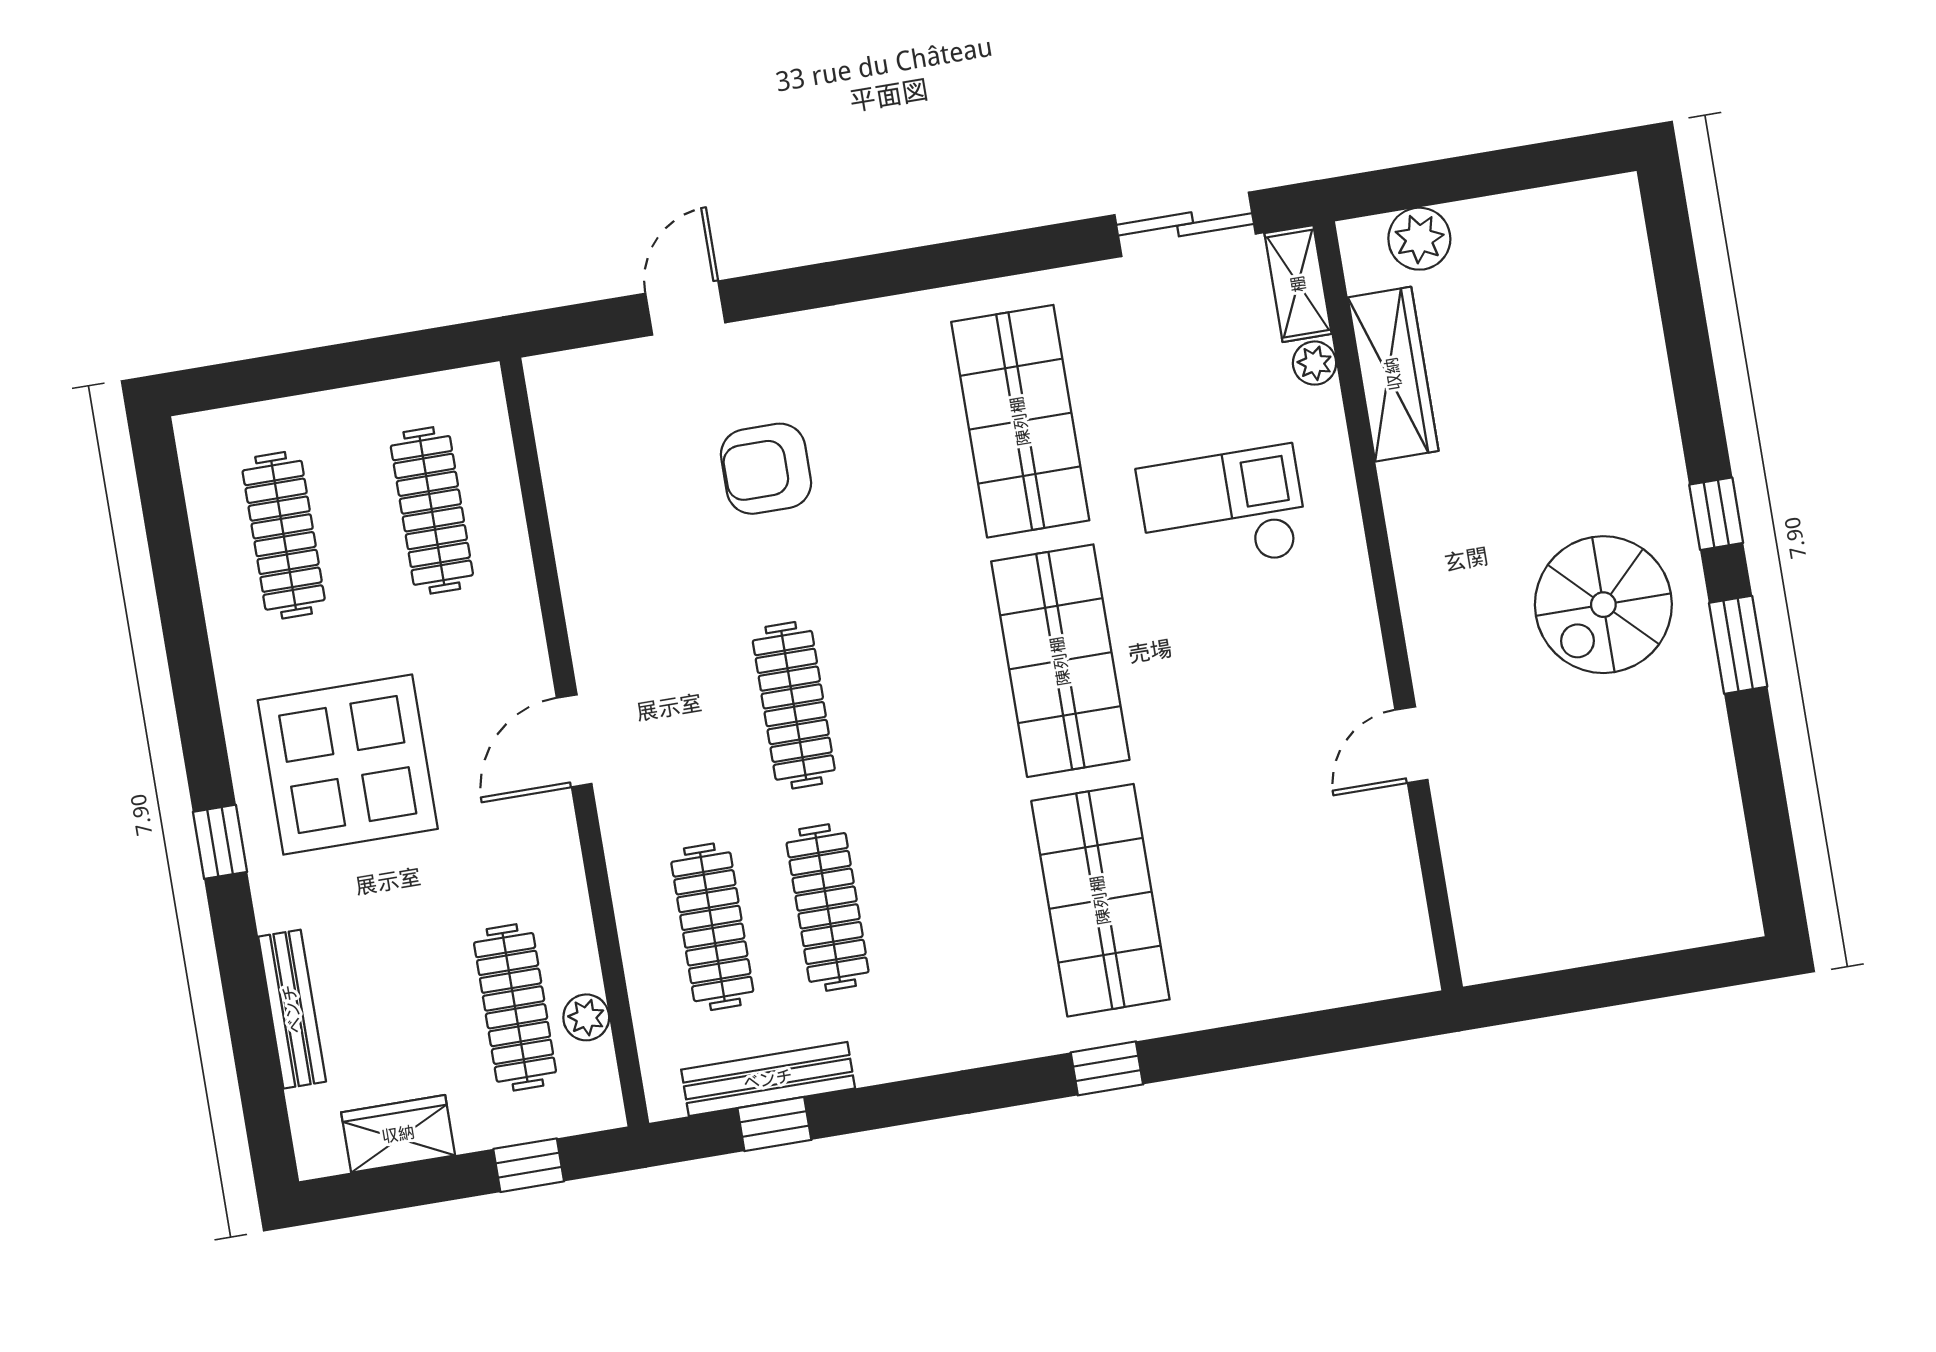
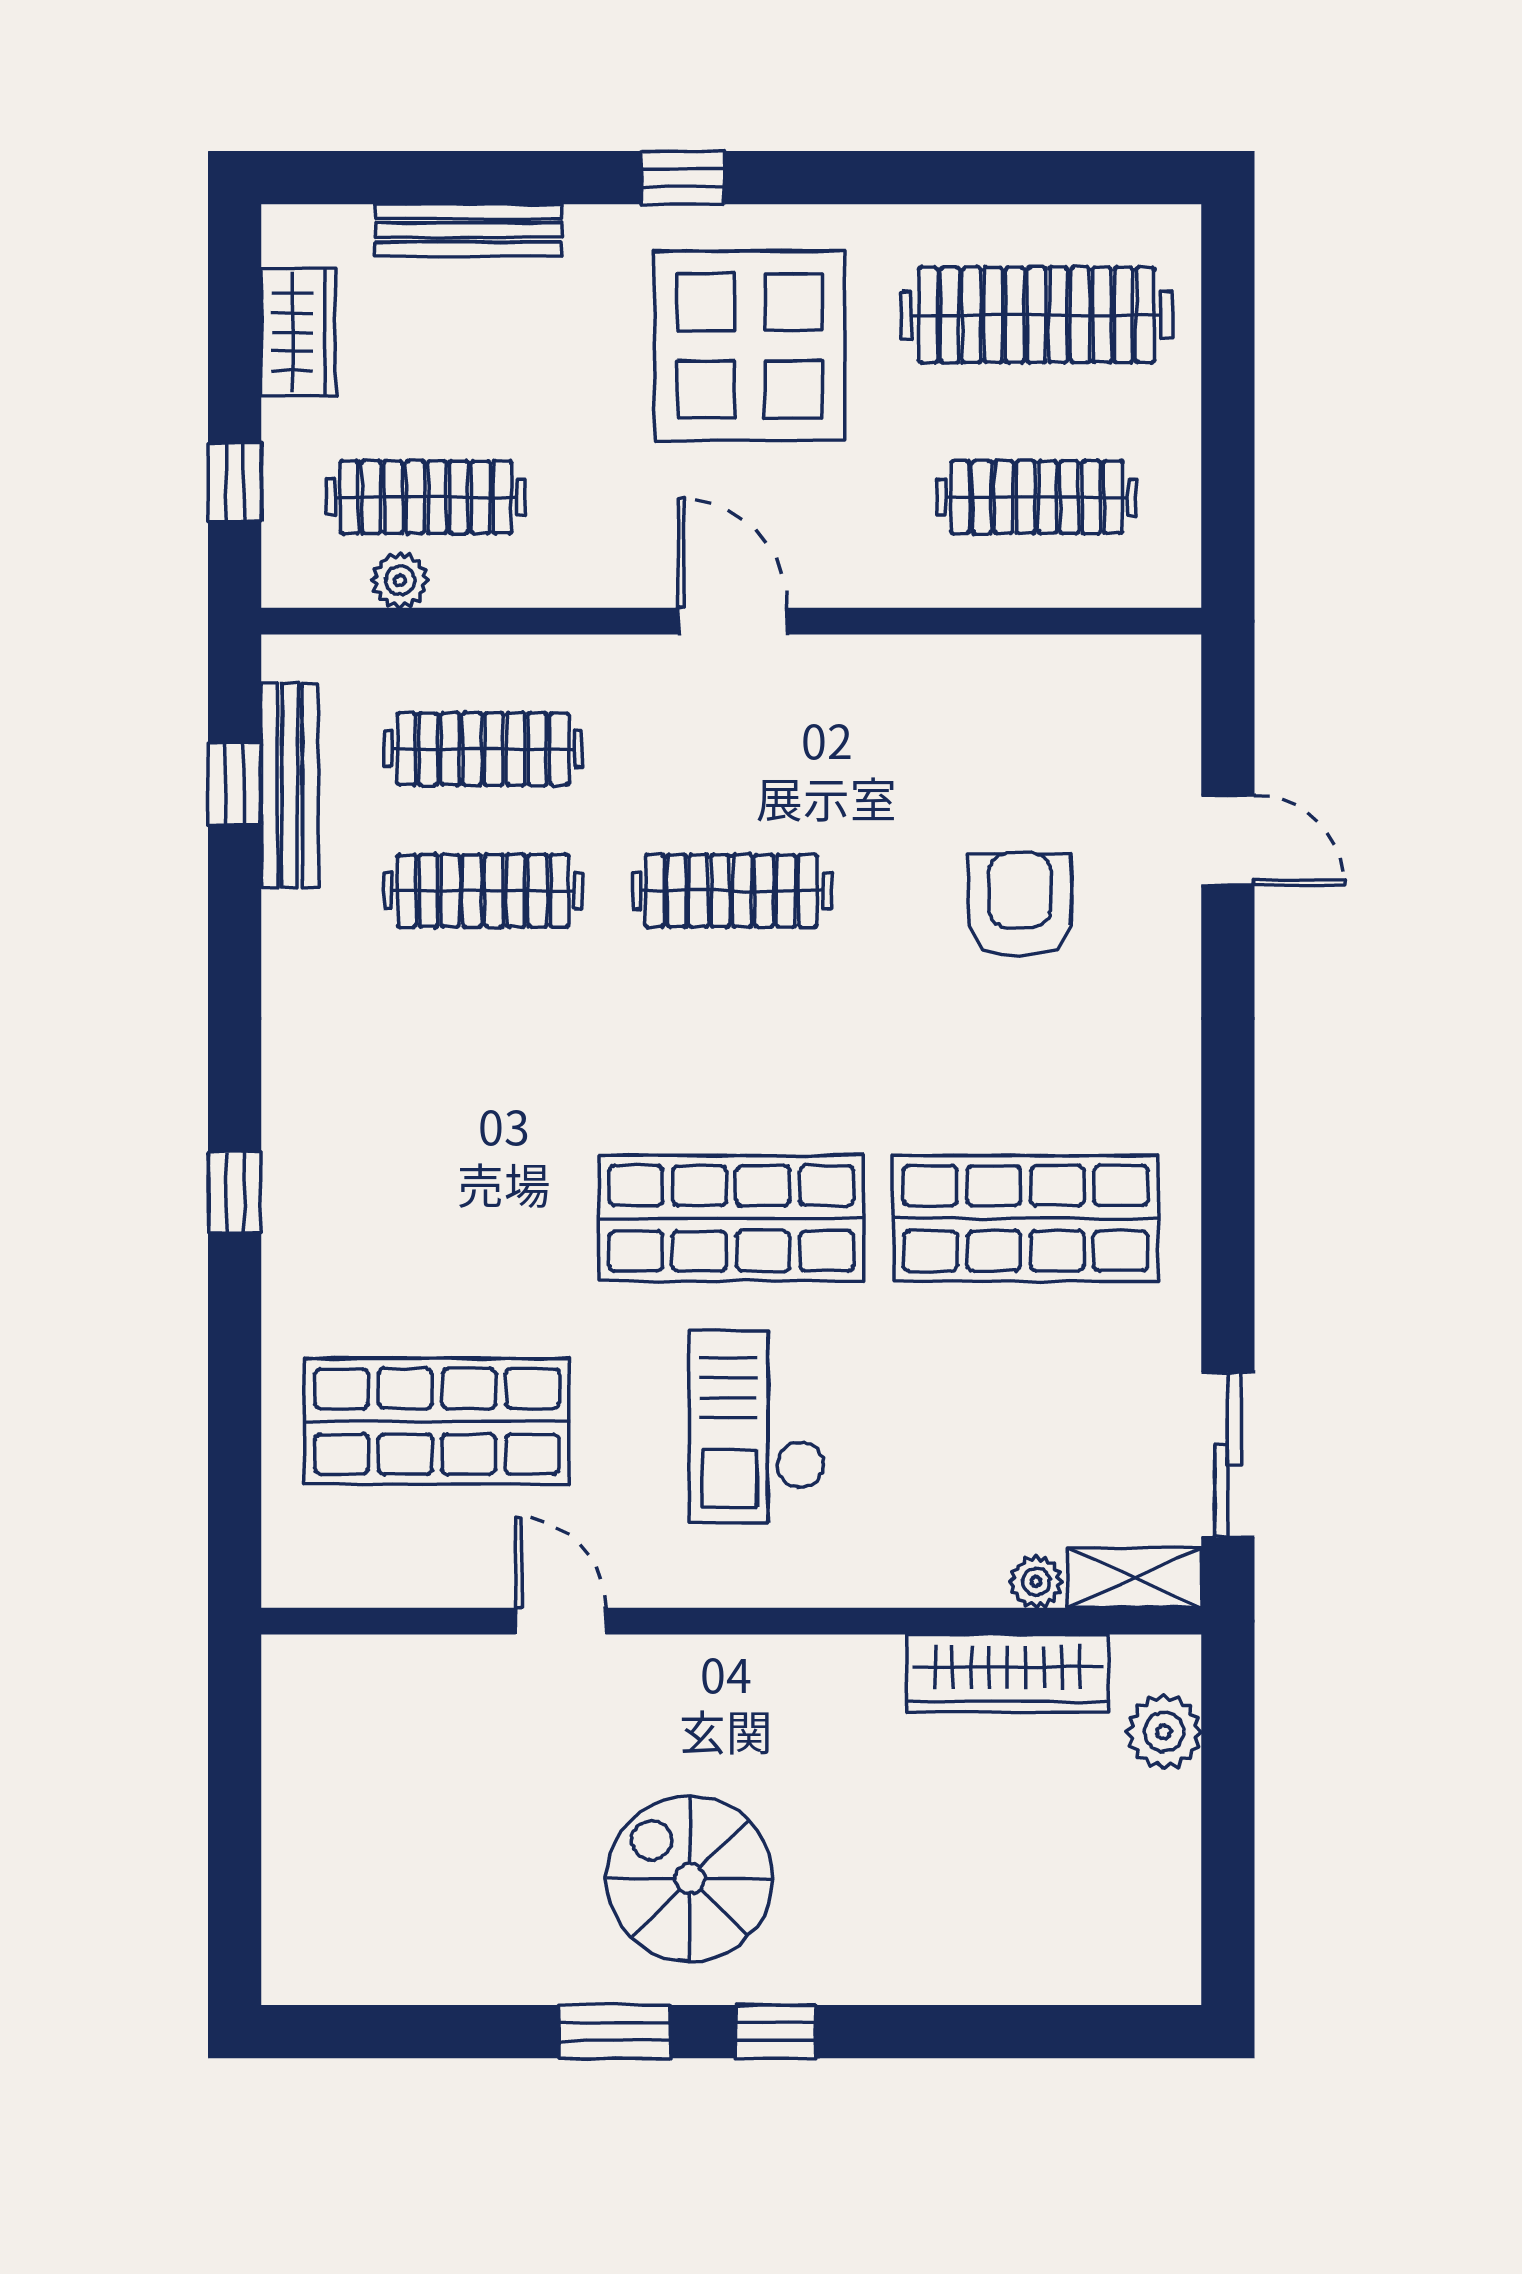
checkout: (1223, 511) -> (757, 1426), moved, turned 180
clothes rail: (284, 535) -> (1037, 315), width x1.37, depth x1.31
shop shelf: (1100, 900) -> (437, 1421), moved

